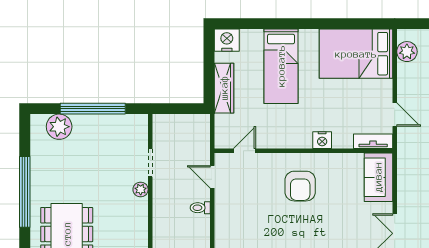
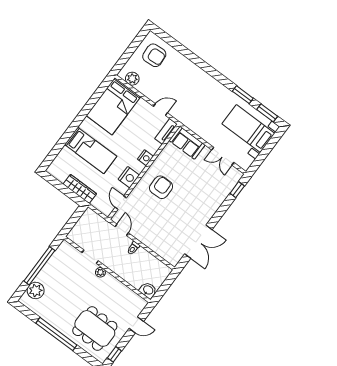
nightstand: (227, 40) -> (129, 177), moved, turned 180
door: (212, 177) -> (122, 230), swing flipped
armchair: (300, 186) -> (161, 187), turned -90

